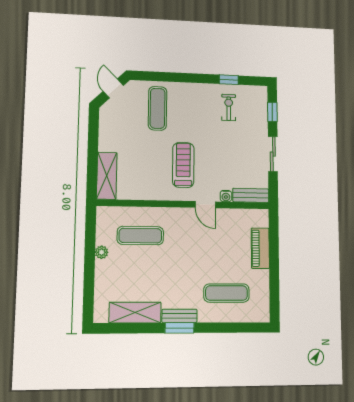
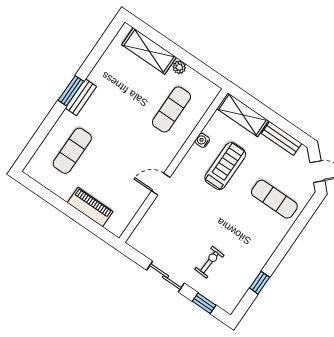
exercise bike: (229, 107) -> (209, 262), moved, turned -87
treadmill: (183, 165) -> (225, 166), moved, turned -90
bench: (251, 195) -> (282, 138), moved, turned 90
water cooler: (226, 196) -> (202, 140), moved
shelving: (135, 313) -> (149, 51), moved, turned 90

